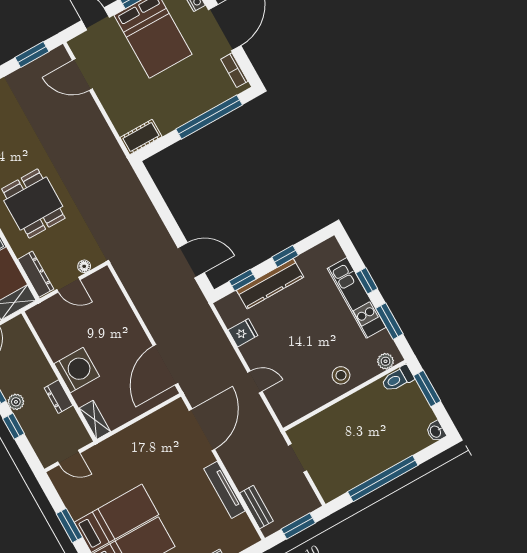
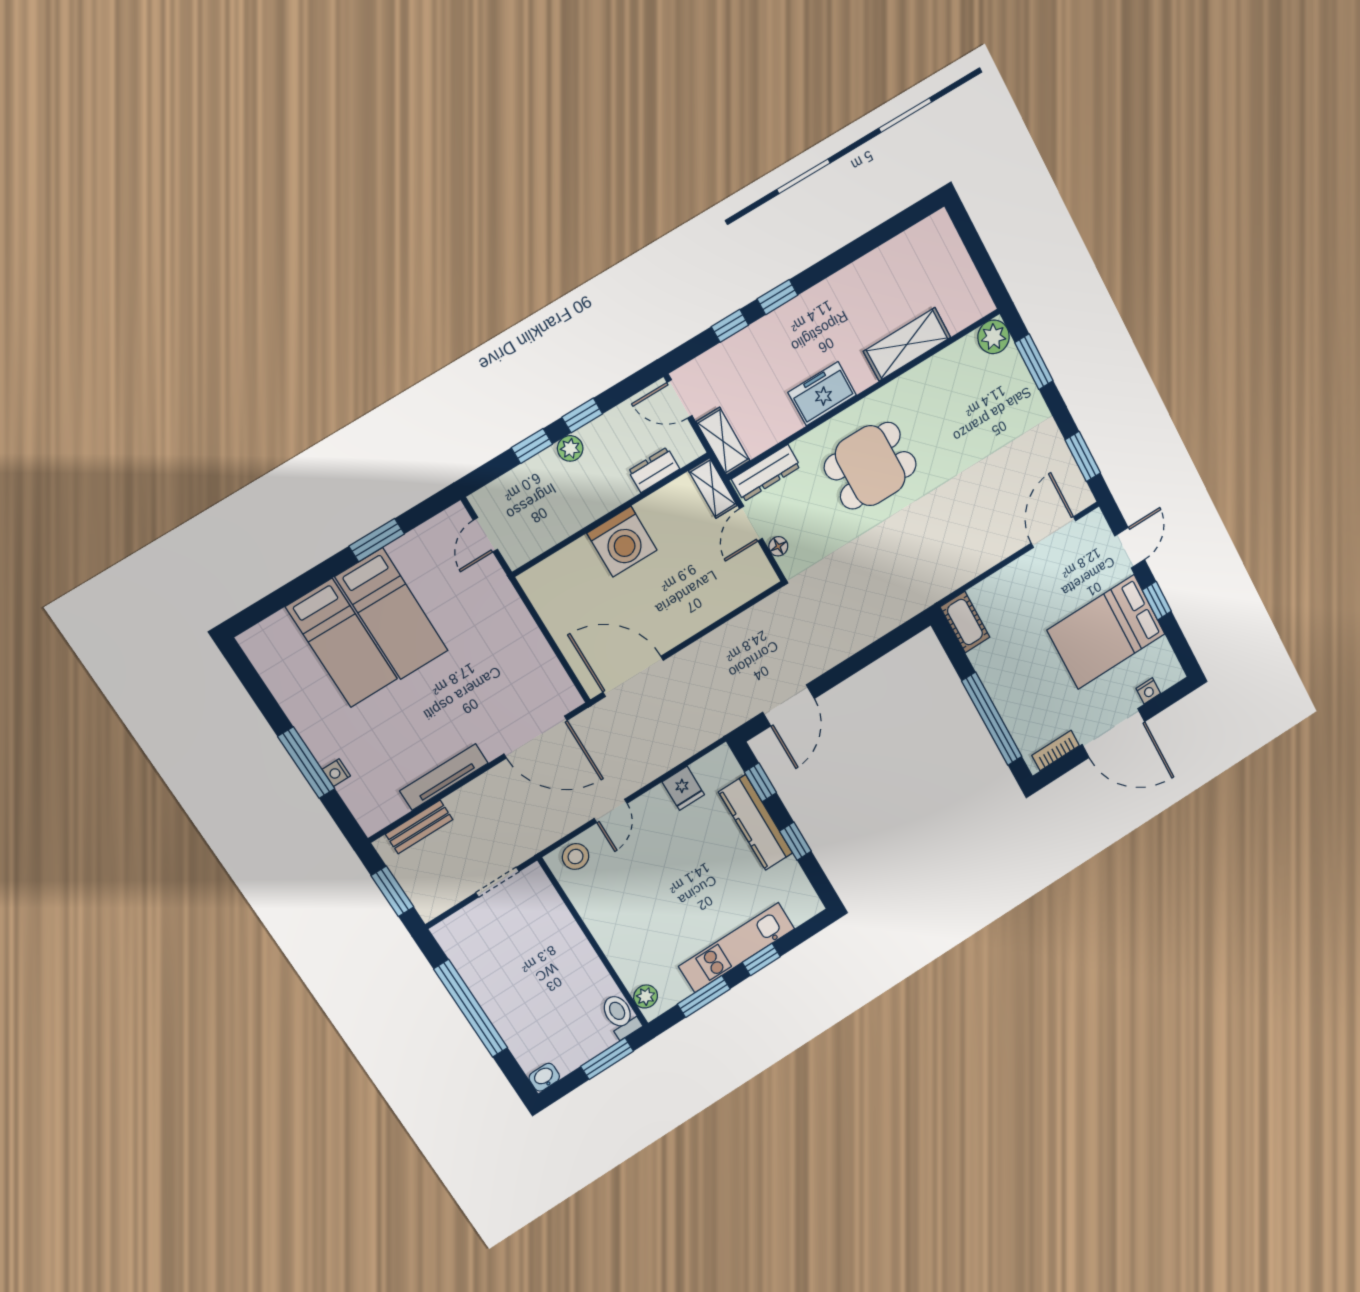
stool: (341, 375) -> (576, 857), moved
dresser: (58, 397) -> (654, 470), moved
shelving: (95, 420) -> (713, 488), moved, turned 90

